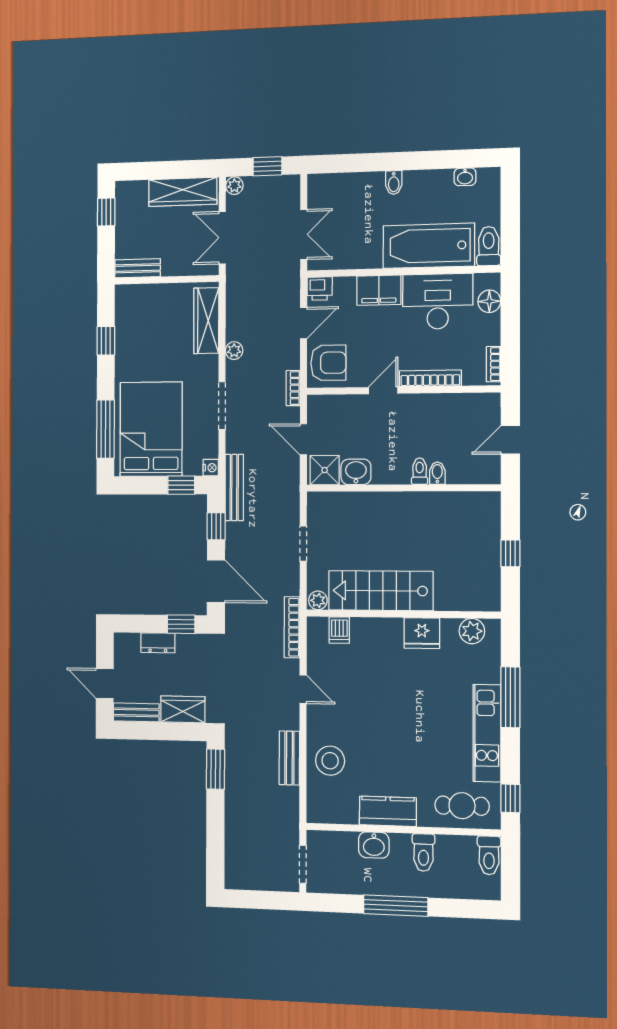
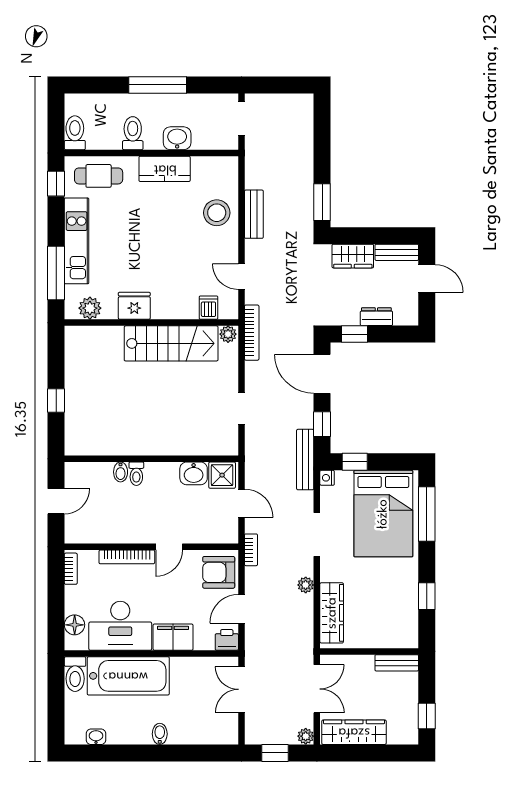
stairs: (381, 591) -> (171, 343), moved
plant: (318, 600) -> (228, 334), moved
wall: (403, 614) -> (151, 323), moved
dishwasher: (339, 630) -> (208, 308), moved
plant: (472, 631) -> (90, 308), moved
fridge: (422, 633) -> (134, 306), moved

